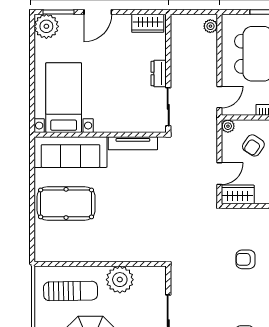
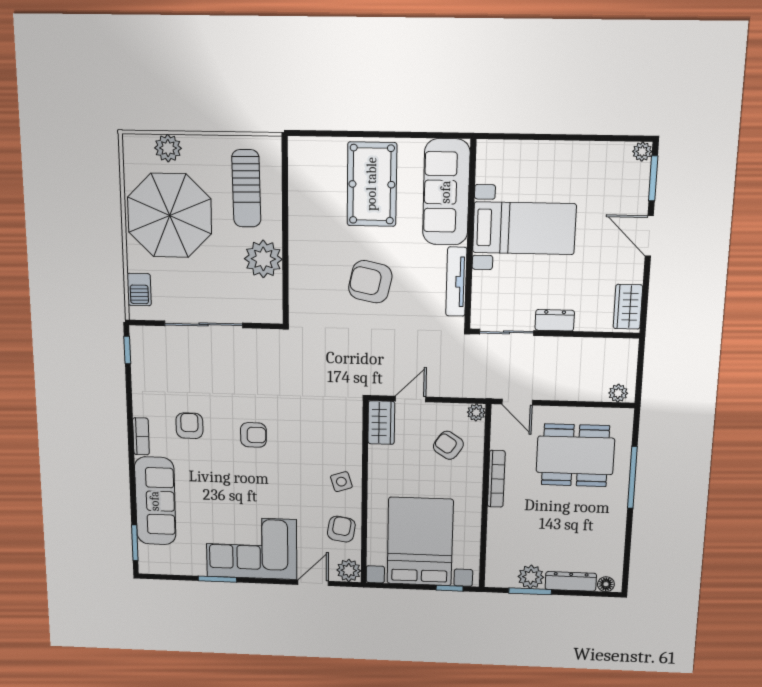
plant: (46, 26) -> (642, 152), width x0.53, depth x0.53
bed with nightstands: (64, 98) -> (524, 228), moved
door: (219, 174) -> (411, 399), swing flipped
armchair: (134, 204) -> (370, 282), added
armchair: (246, 259) -> (253, 435), moved, turned 90

